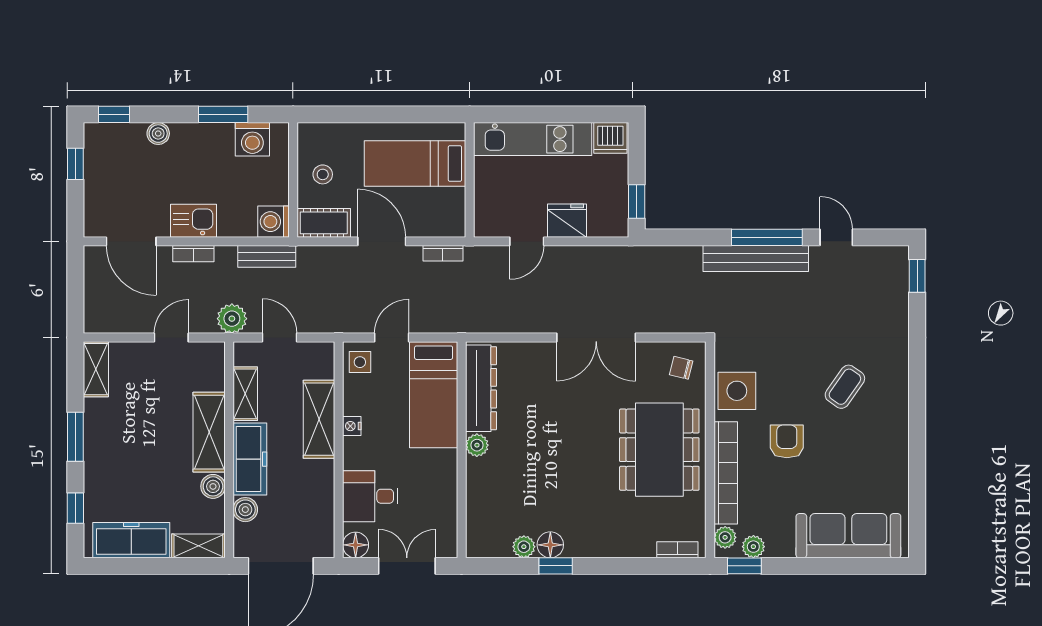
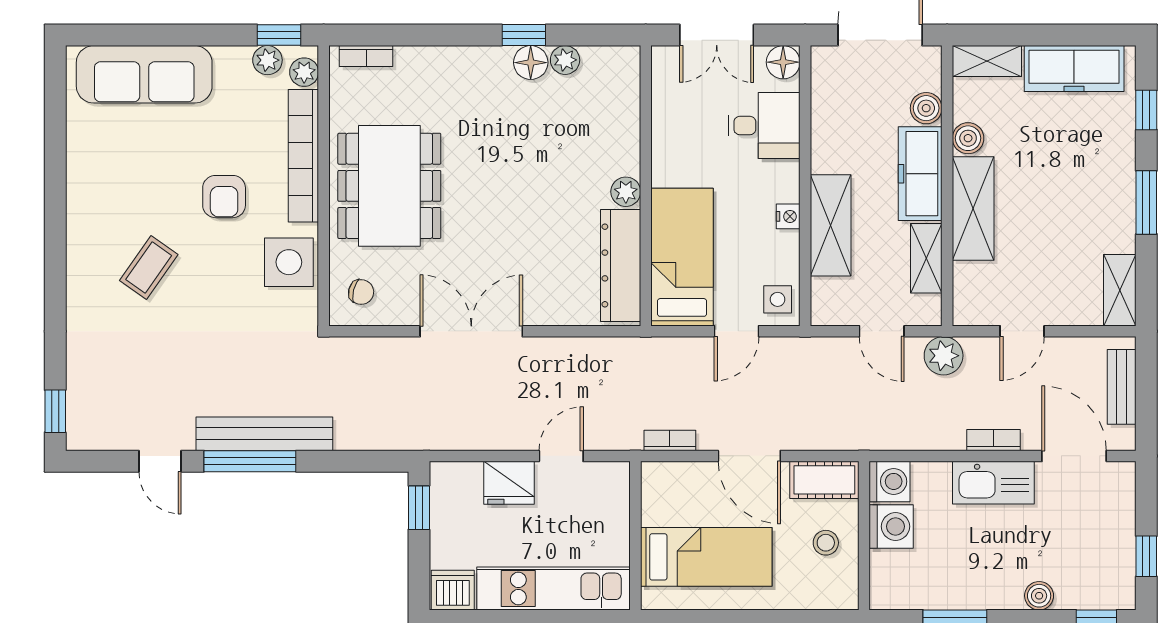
washing machine: (252, 139) -> (891, 526), moved, turned 90
kitchen sink: (193, 221) -> (993, 483), width x1.38
bench: (267, 256) -> (1122, 387), moved, turned 90

